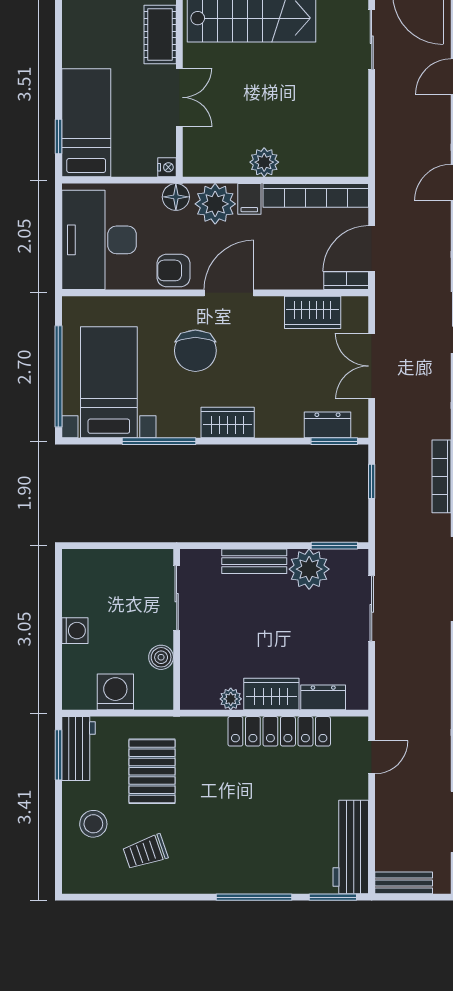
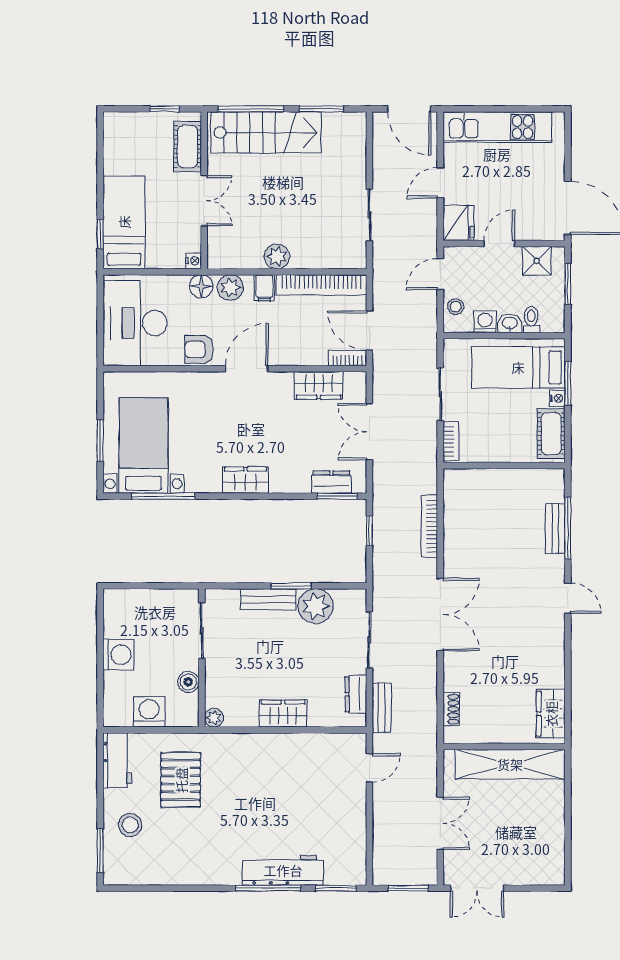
sliding door: (372, 40) -> (369, 215), moved
plant: (215, 204) -> (230, 288), width x0.73, depth x0.73
door: (372, 249) -> (369, 331), hinge flipped
chair: (195, 351) -> (218, 418), removed
window: (58, 376) -> (100, 441), width x0.47
window: (159, 441) -> (164, 496), moved
window: (334, 546) -> (291, 586), moved
washing machine: (75, 631) -> (118, 655), width x1.38, depth x1.38
dresser: (323, 697) -> (356, 694), moved, turned -90
plant: (231, 699) -> (214, 718), moved
locker: (279, 731) -> (290, 746), removed
window: (58, 755) -> (100, 850), moved
workbench: (351, 847) -> (283, 870), moved, turned 90
trolley: (145, 852) -> (175, 849), removed
bench: (404, 883) -> (382, 708), moved, turned 90
window: (417, 897) -> (408, 888), added

